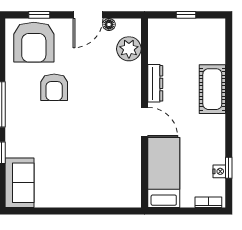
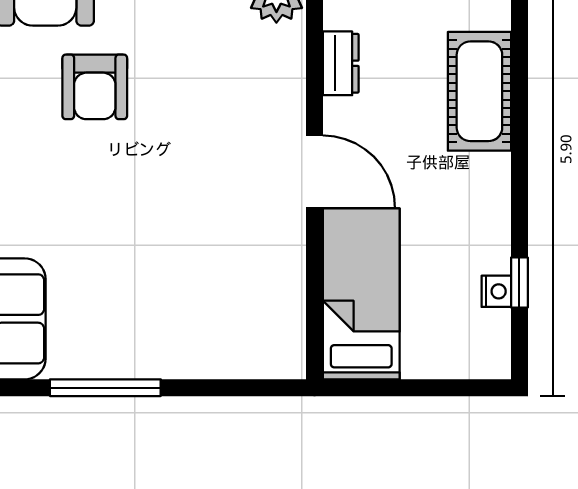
dresser: (155, 83) -> (341, 63), width x0.70
bookcase: (208, 202) -> (470, 366), removed
window: (58, 211) -> (105, 388), added

